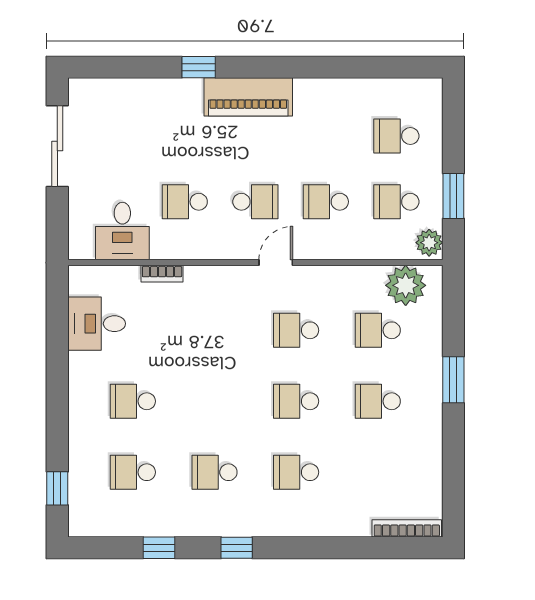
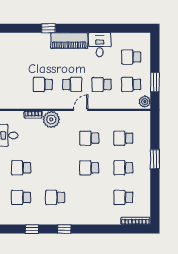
desk: (122, 231) -> (100, 45), moved, turned 180
plant: (406, 285) -> (51, 119), moved
school desk: (296, 472) -> (123, 197), moved

